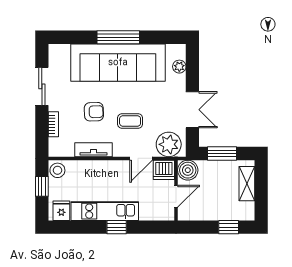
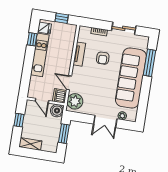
window: (118, 37) -> (150, 63), moved
double door: (192, 110) -> (105, 121), moved
coffee table: (130, 121) -> (93, 80), removed
stool: (57, 170) -> (70, 30), removed
shelving: (247, 184) -> (30, 144), moved
window: (117, 227) -> (32, 39), moved
window: (229, 227) -> (19, 120), moved

